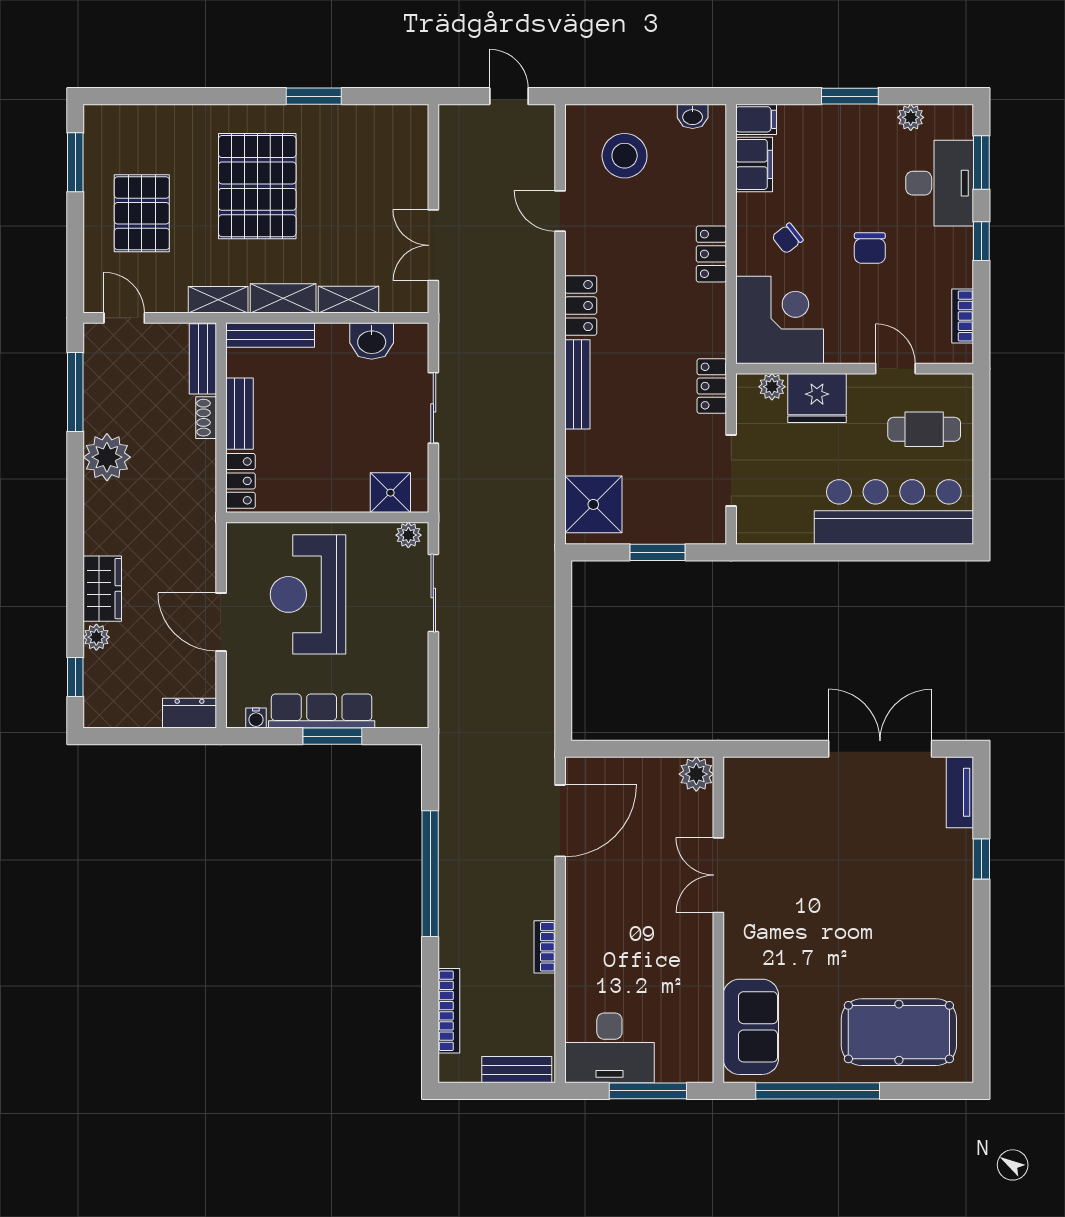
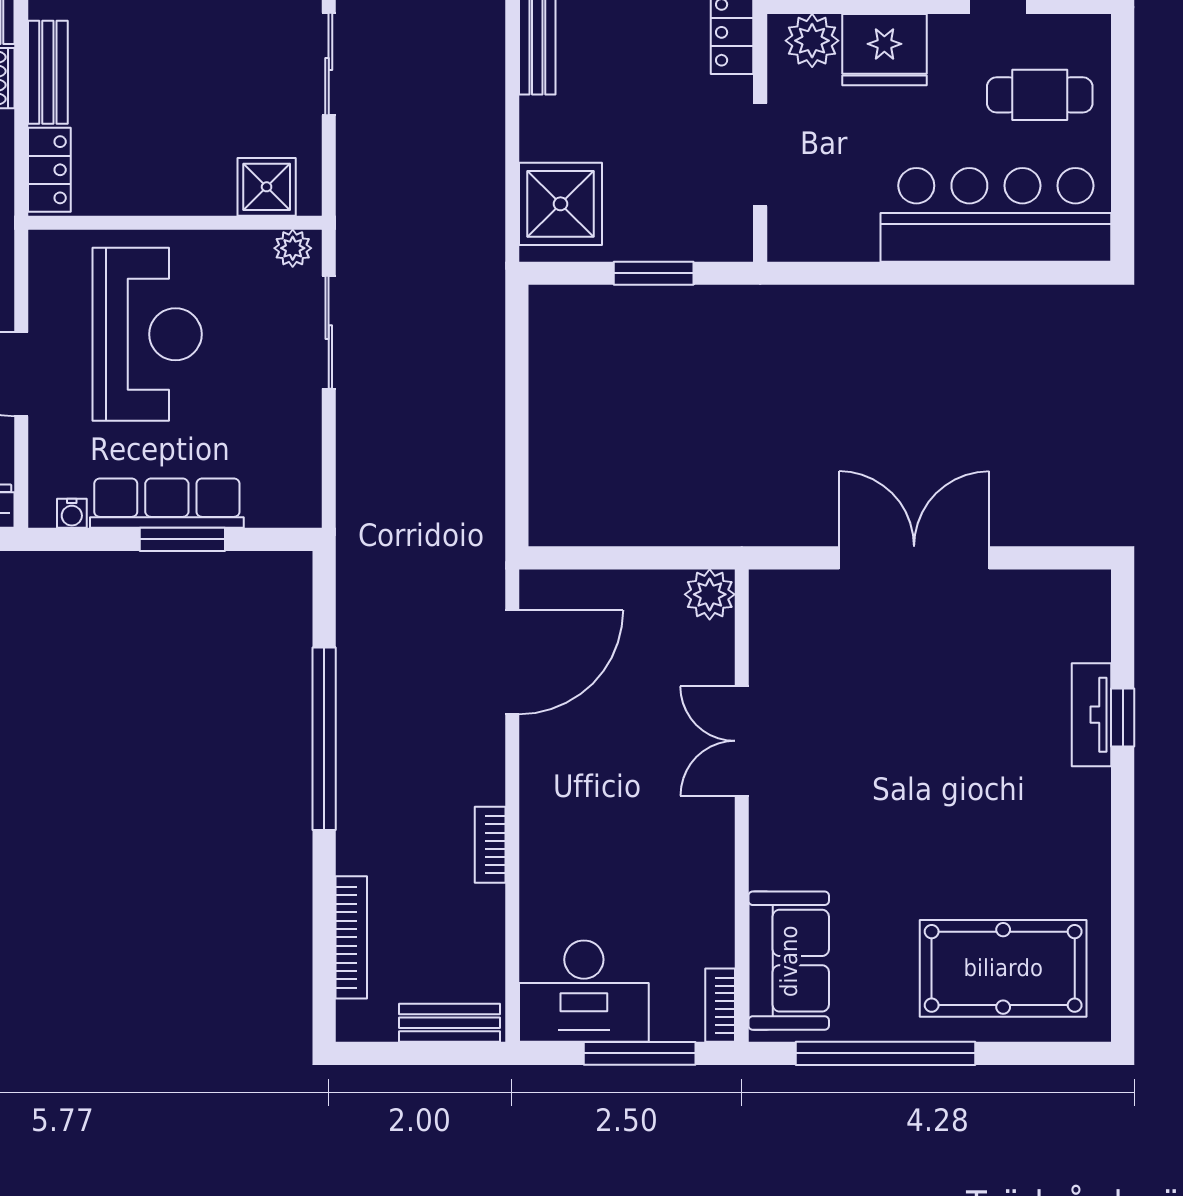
plant: (772, 387) -> (812, 41), width x1.38, depth x1.38
reception desk: (308, 594) -> (147, 334), turned 180
double door: (880, 749) -> (914, 558), moved
tv unit: (960, 792) -> (1092, 715), moved
bookcase: (704, 1058) -> (720, 1005), added

